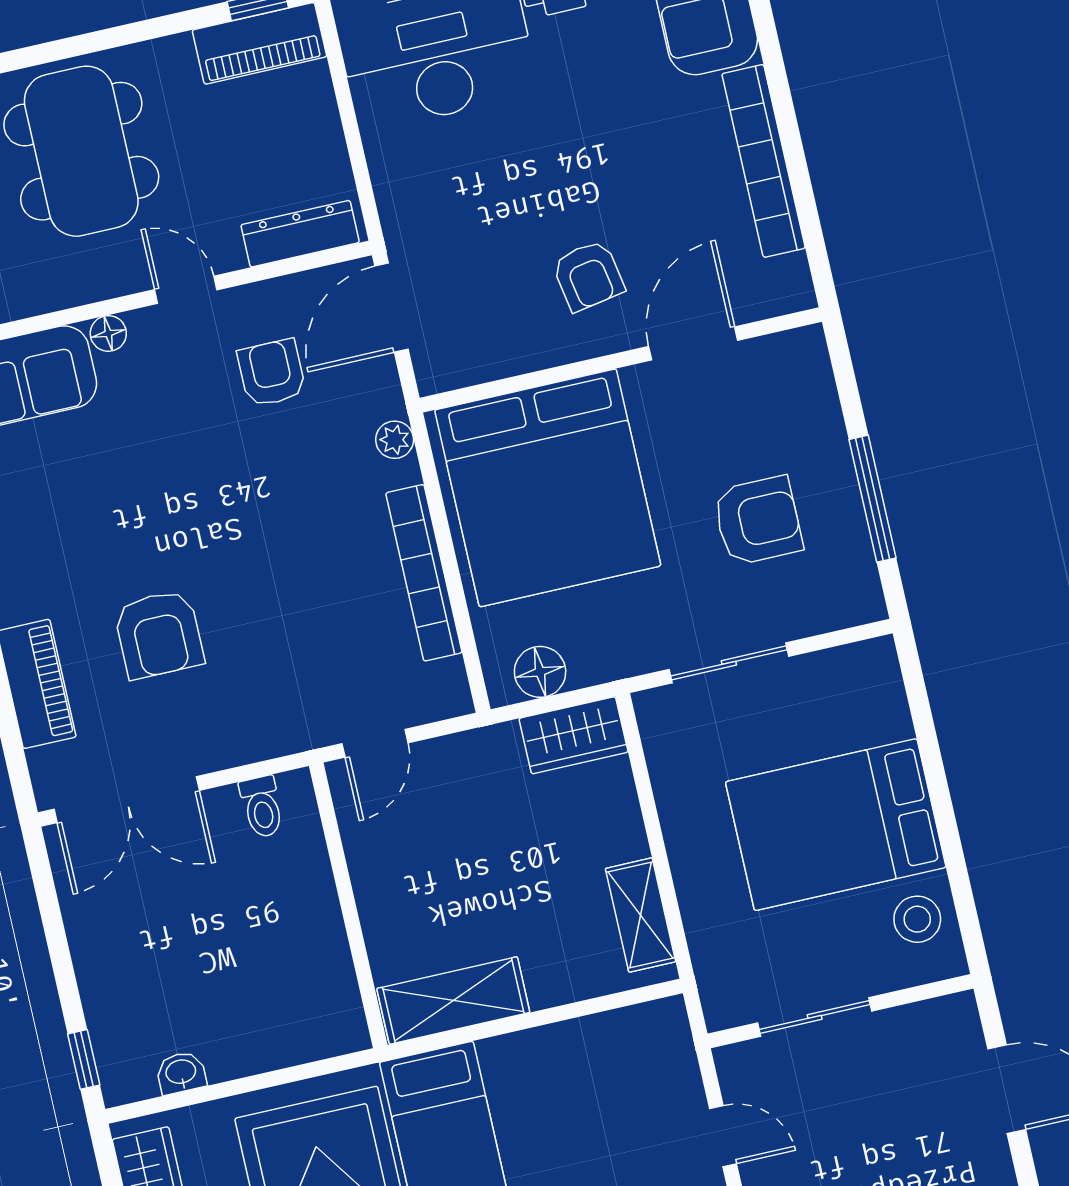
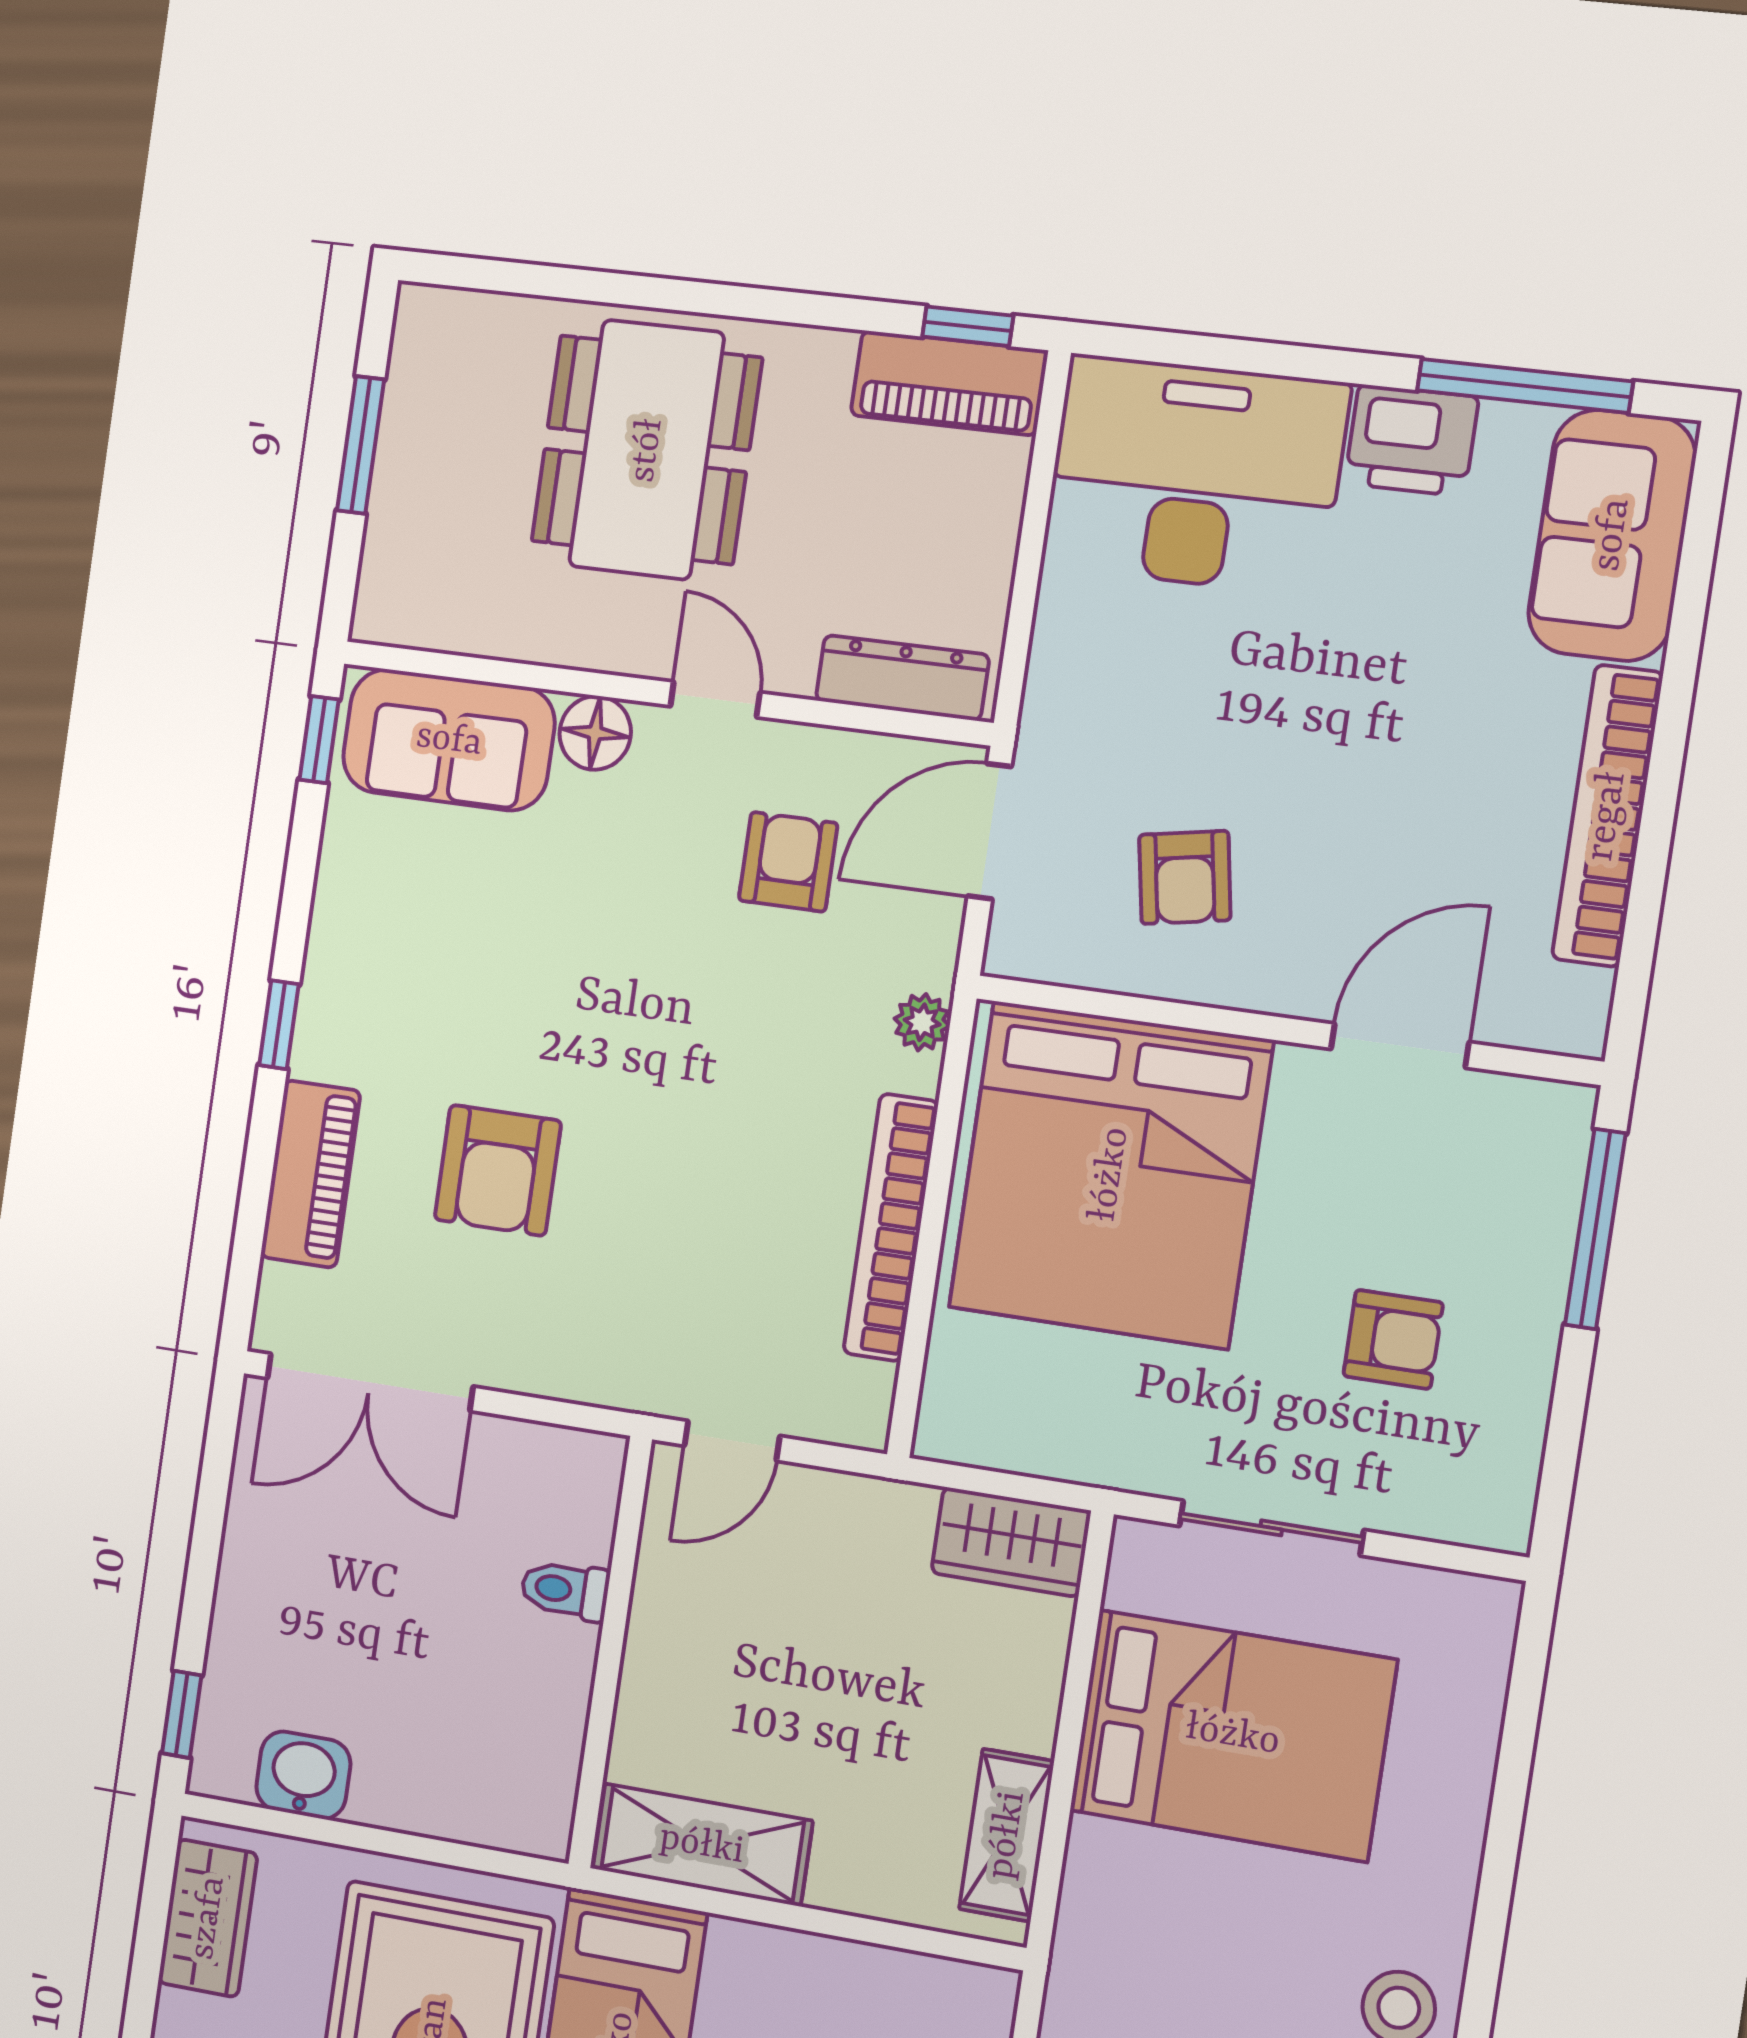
armchair: (588, 276) -> (1185, 877), moved
floor lamp: (108, 333) -> (595, 733), width x1.37, depth x1.37
window: (873, 499) -> (1595, 1229), moved
armchair: (758, 521) -> (1393, 1339), width x0.72, depth x0.72
floor lamp: (540, 672) -> (999, 1433), removed
toilet: (262, 807) -> (565, 1590), moved, turned 90
bed: (836, 825) -> (1233, 1735), moved, turned 180
washbasin: (181, 1073) -> (303, 1775), width x1.38, depth x1.45

